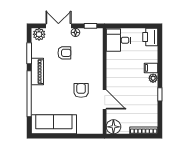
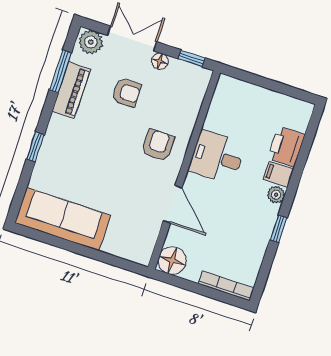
printer: (150, 37) -> (286, 146), moved
desk: (119, 40) -> (217, 157), moved
piano: (37, 72) -> (71, 90), moved
armchair: (81, 90) -> (158, 145), moved
window: (29, 94) -> (35, 147), width x0.32

